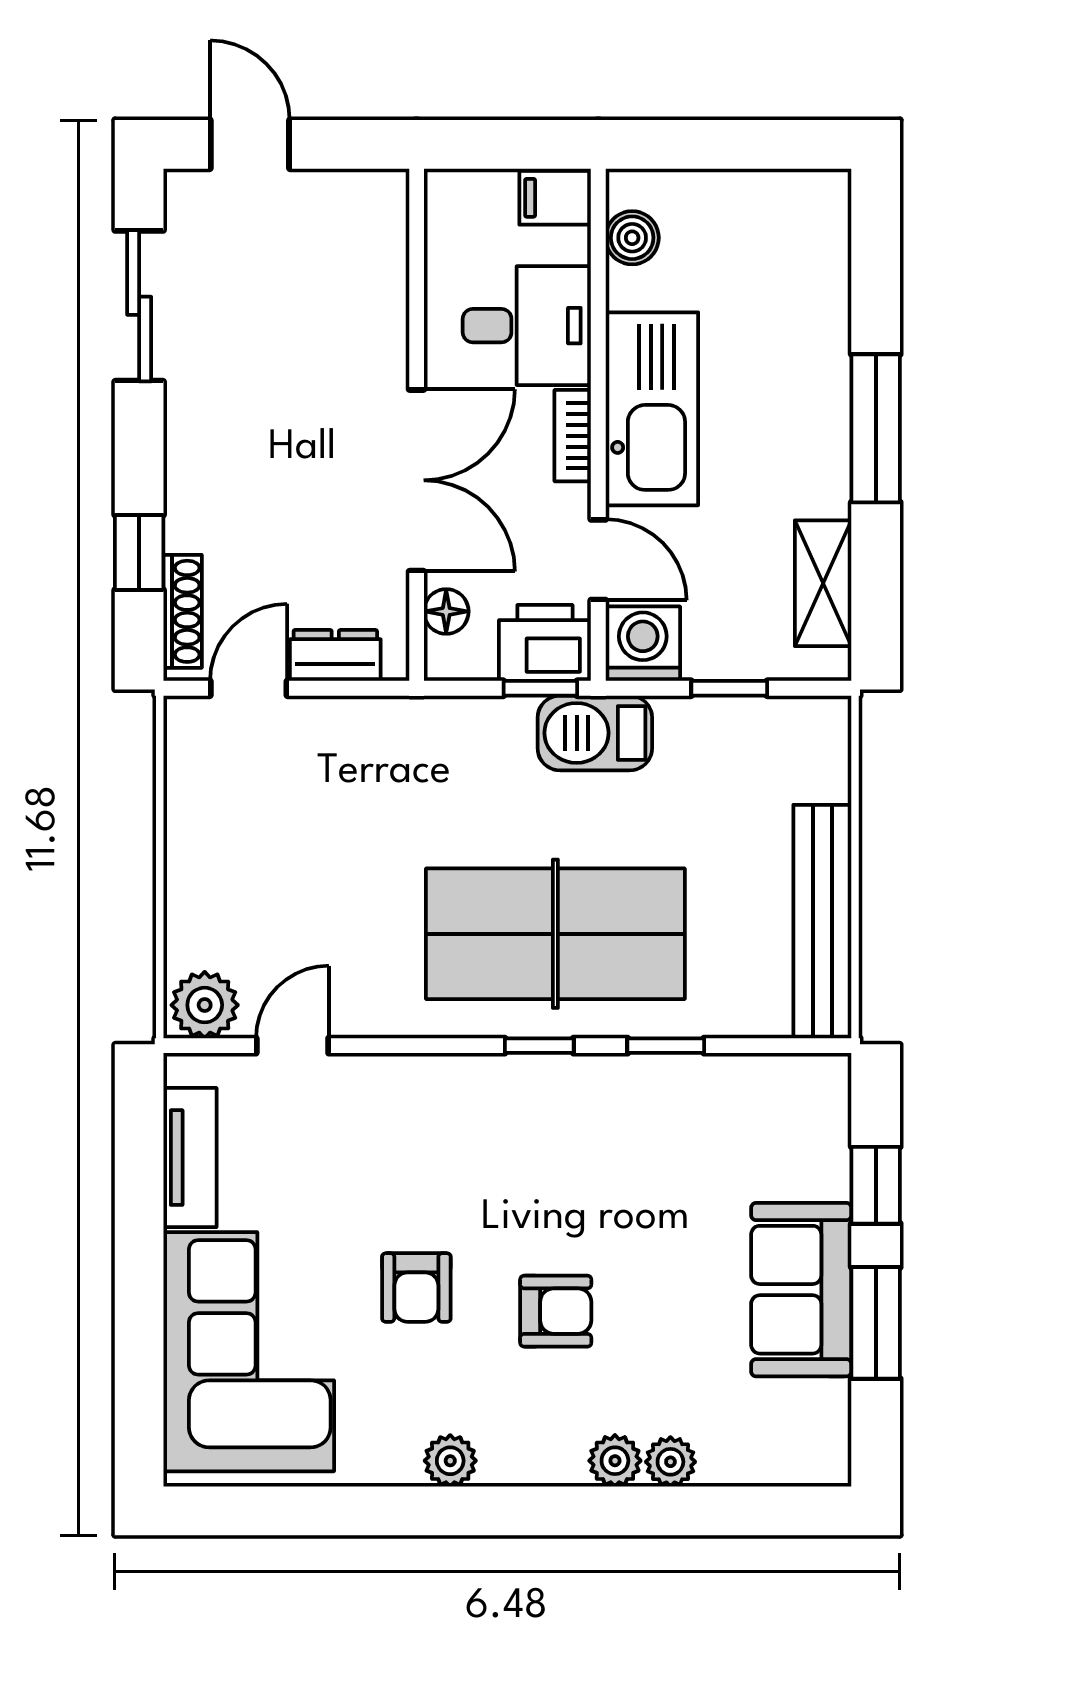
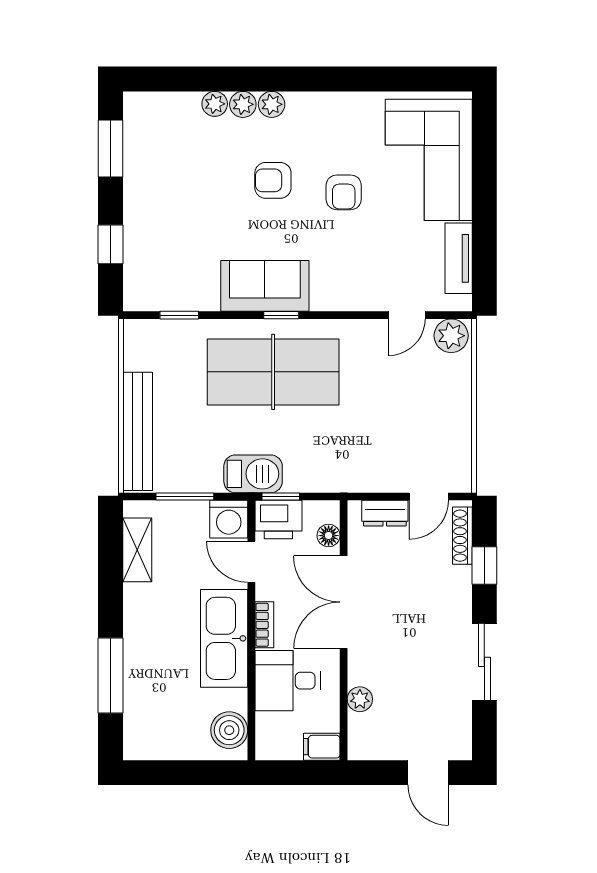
filing cabinet: (555, 198) -> (322, 747), moved, turned 180
boiler: (632, 238) -> (229, 730), width x1.36, depth x1.36
plant: (385, 289) -> (360, 699), added
sliding door: (139, 306) -> (484, 662), moved
window: (876, 428) -> (111, 676), moved
window: (729, 688) -> (185, 497), width x1.50
bench: (822, 922) -> (138, 431), moved
window: (666, 1046) -> (179, 315), moved
armchair: (416, 1288) -> (344, 192), turned 180
sofa: (801, 1290) -> (265, 286), moved, turned -90
window: (876, 1323) -> (111, 148), moved
plant: (450, 1461) -> (272, 104), moved

